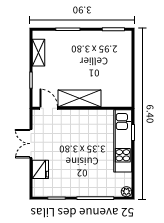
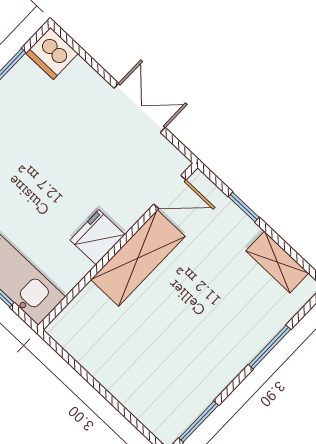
fridge: (40, 169) -> (98, 237), moved, turned 90
dishwasher: (40, 188) -> (52, 53), added

